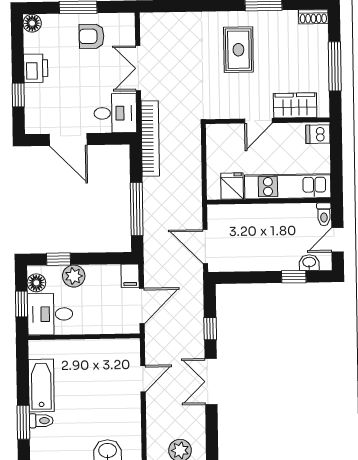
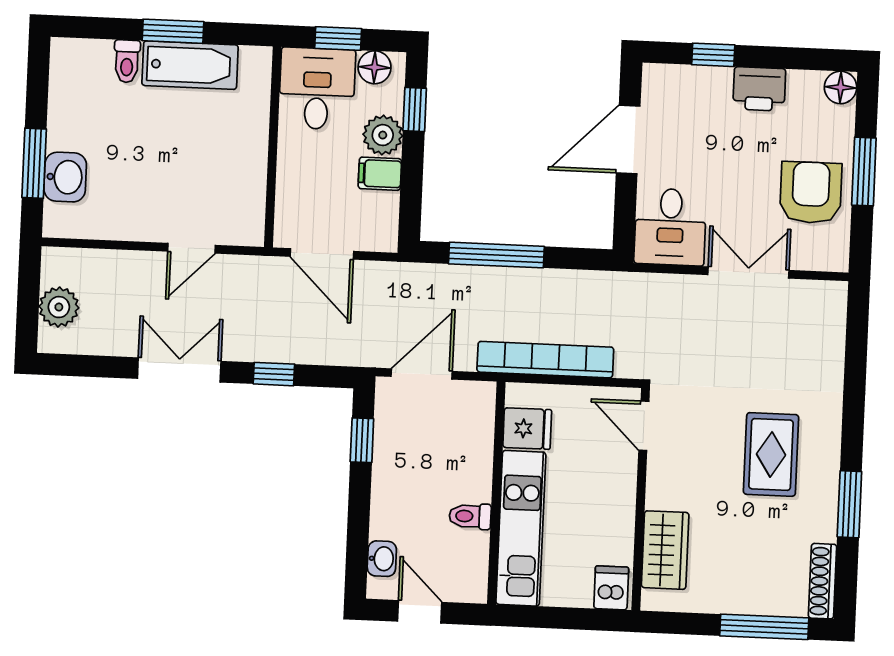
shoe rack: (313, 17) -> (822, 581), width x1.43
armchair: (92, 36) -> (811, 192), width x1.38, depth x1.38
rug: (238, 50) -> (771, 454), turned 90
window: (335, 66) -> (764, 627), moved
door: (258, 121) -> (644, 426), moved
bookcase: (150, 138) -> (545, 360), moved, turned 180
toilet: (324, 214) -> (470, 516), moved
filing cabinet: (130, 276) -> (380, 174), moved
window: (294, 277) -> (362, 440), moved
door: (143, 379) -> (191, 248), hinge flipped
window: (23, 422) -> (173, 31), moved

